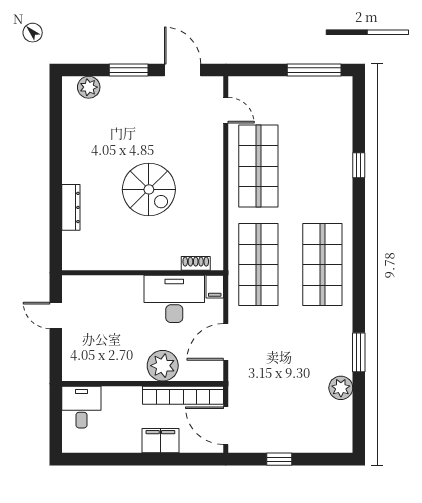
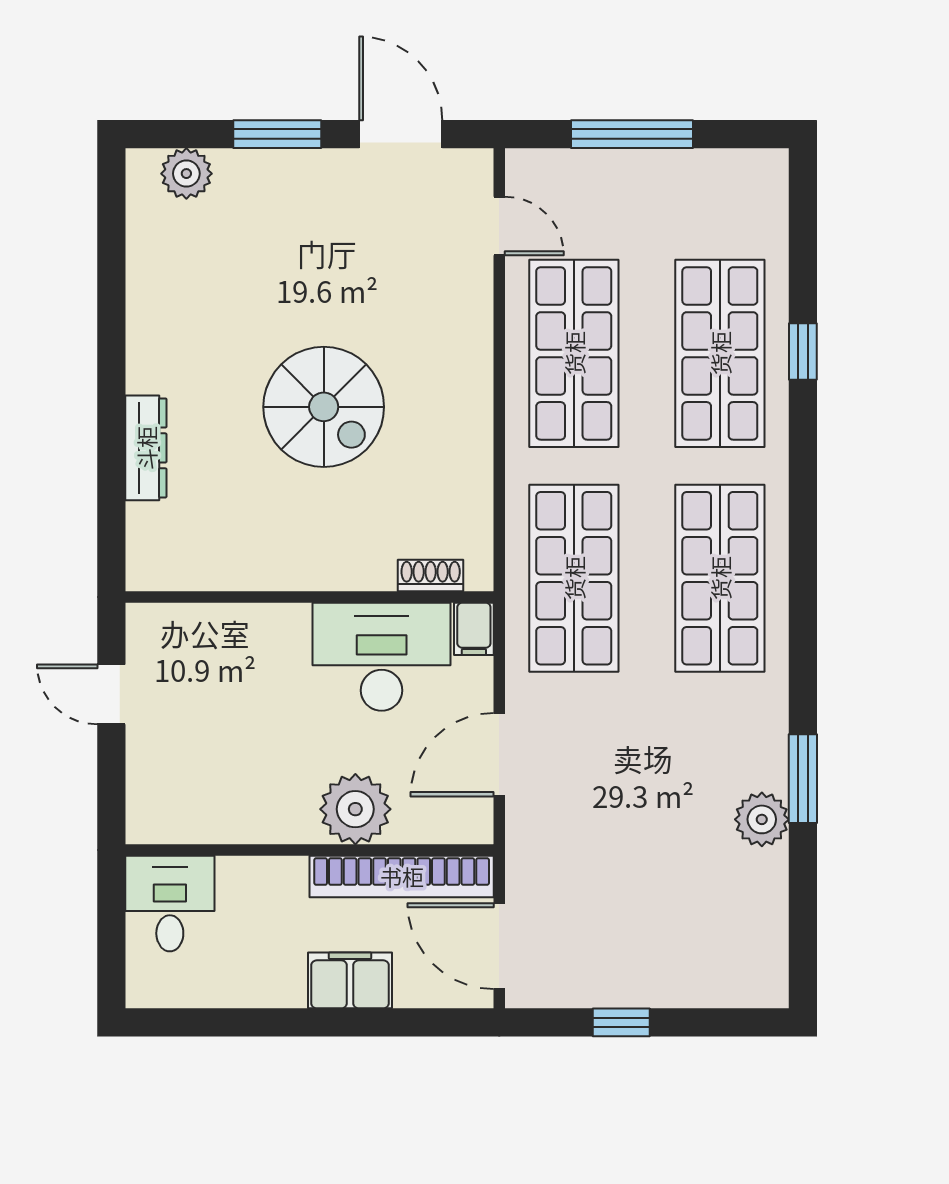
window: (314, 70) -> (632, 134), moved
shop shelf: (322, 166) -> (720, 353), added
plant: (341, 388) -> (762, 819), moved

